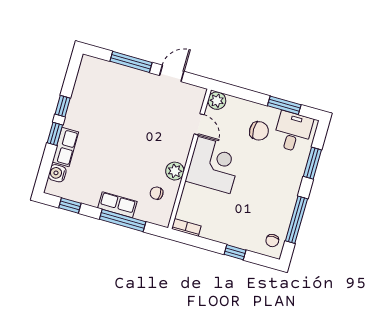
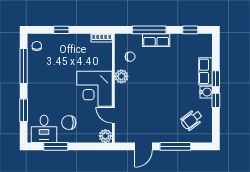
wheelchair: (101, 90) -> (192, 120), added
water cooler: (57, 173) -> (206, 92), moved

